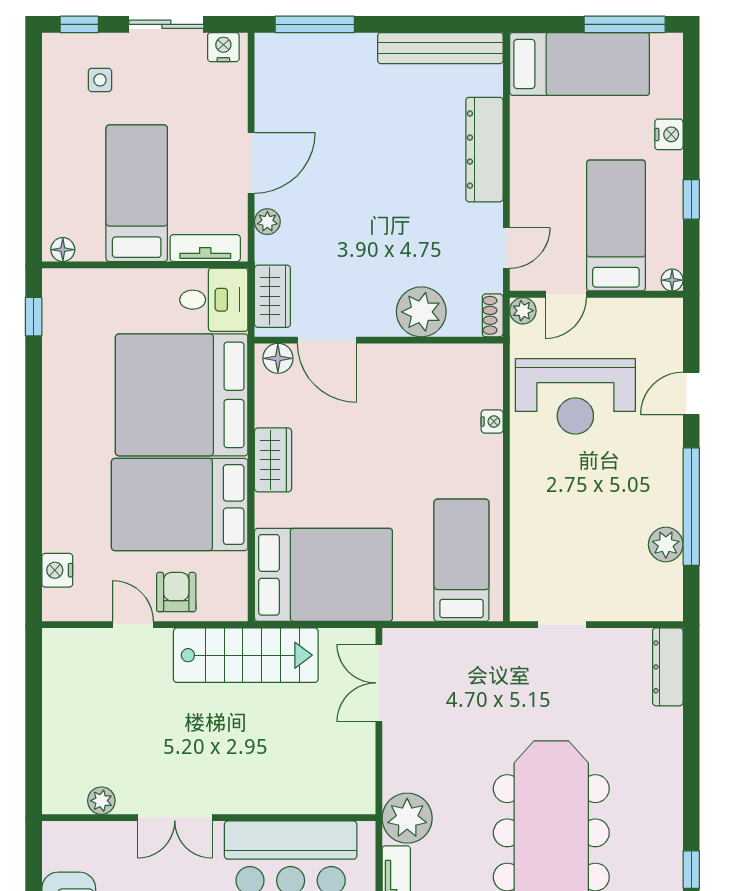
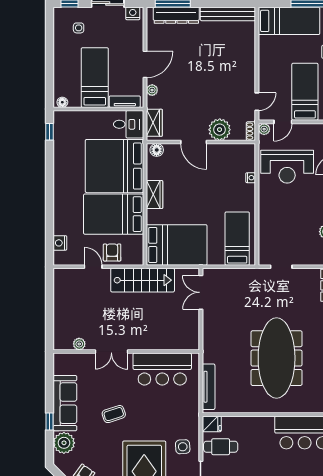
dresser: (484, 150) -> (176, 15), moved, turned -90
door: (327, 340) -> (194, 142), moved
plant: (407, 818) -> (213, 352), removed

